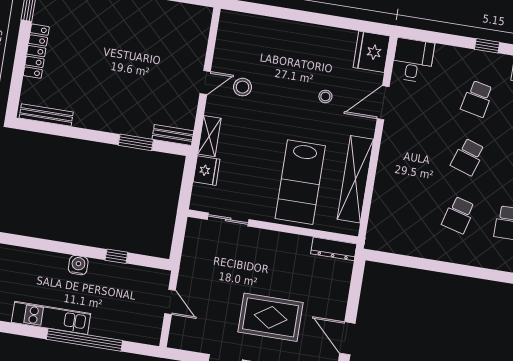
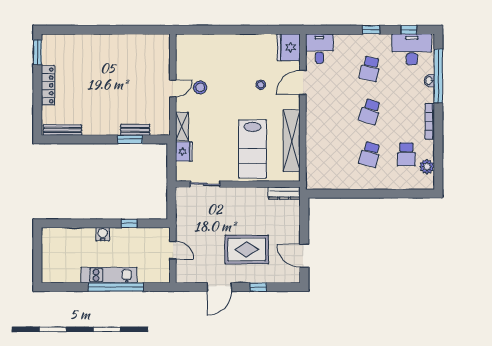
bench: (173, 135) -> (135, 130), moved
kitchen unit: (51, 318) -> (109, 275), moved

